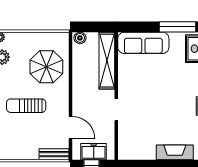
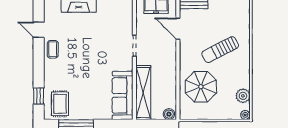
sofa: (143, 43) -> (123, 95), moved, turned -90
sun lounger: (26, 106) -> (220, 50), turned 153

